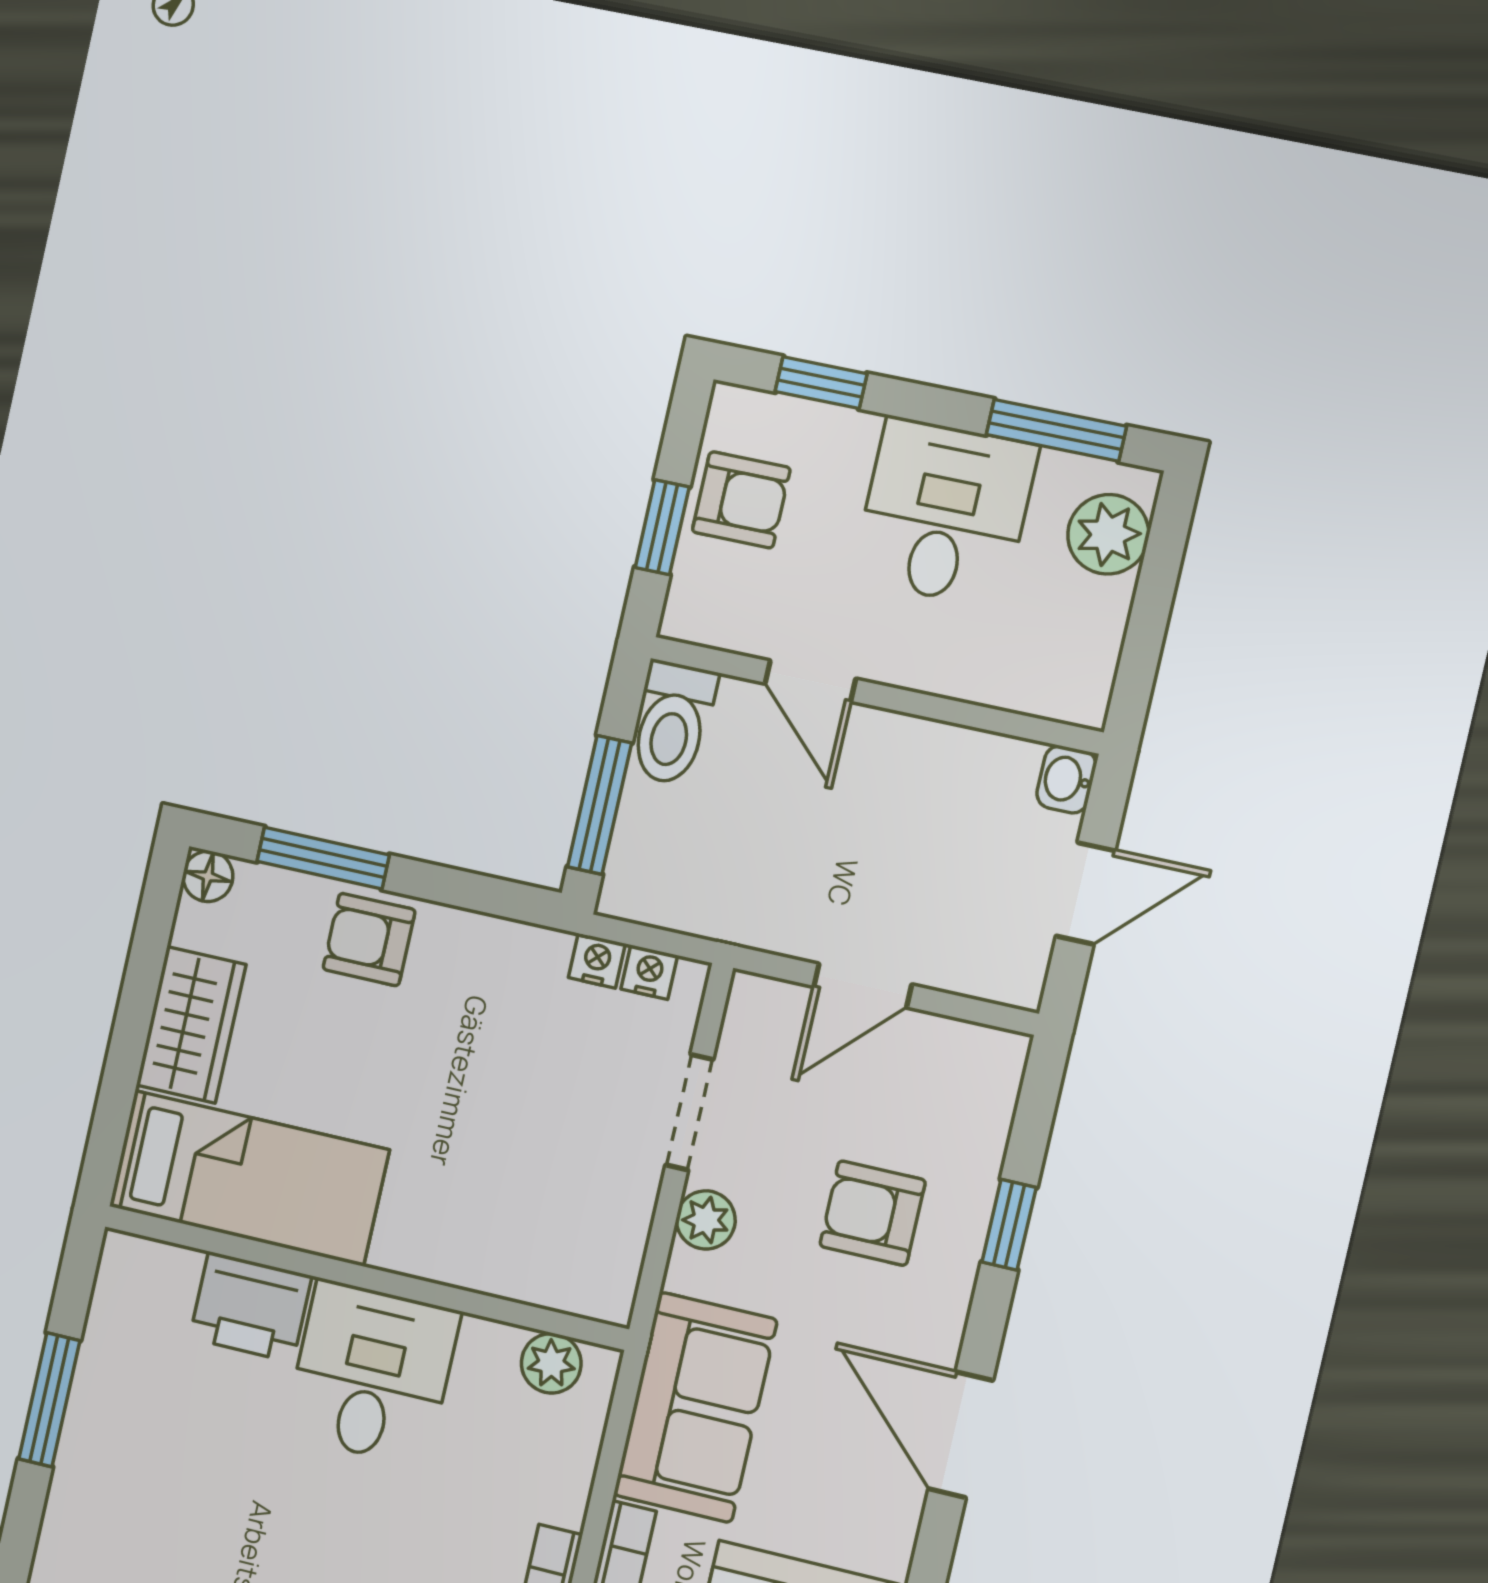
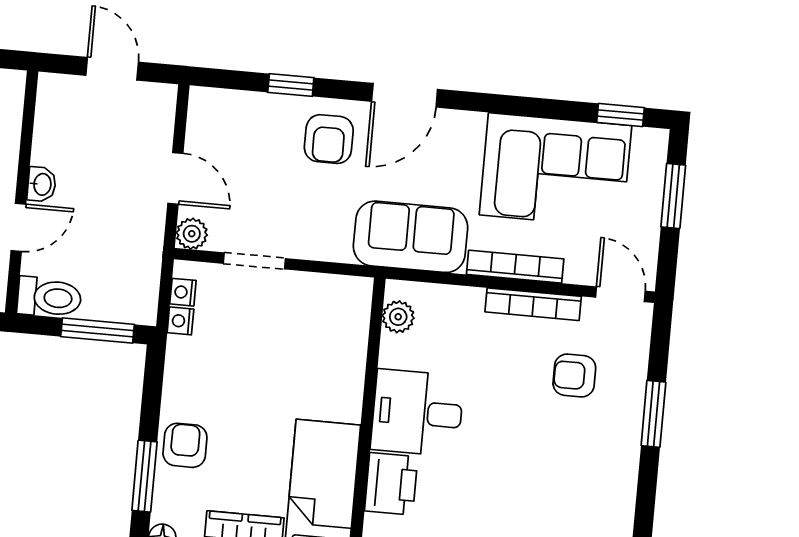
washbasin: (1066, 779) -> (42, 184), moved, turned -90
armchair: (369, 940) -> (185, 445), turned 180
armchair: (873, 1213) -> (329, 139), moved
plant: (706, 1220) -> (192, 234), moved

